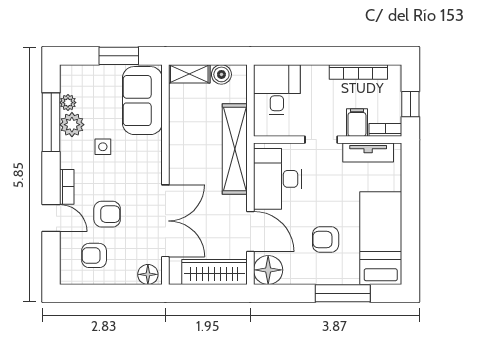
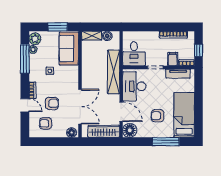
desk: (277, 90) -> (134, 54), moved, turned 180
plant: (72, 125) -> (35, 39), moved

